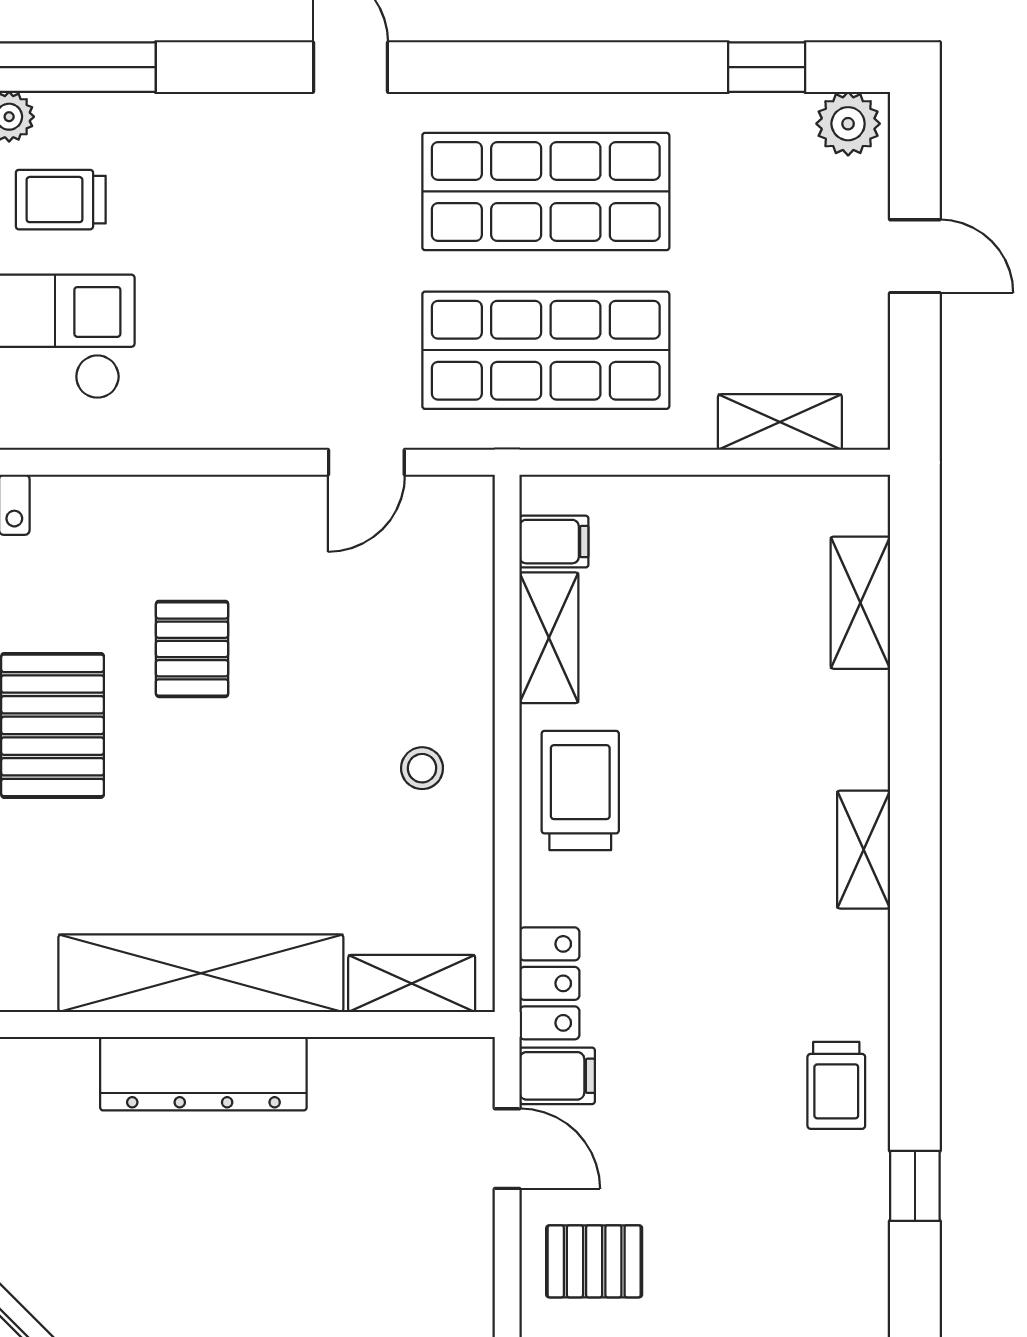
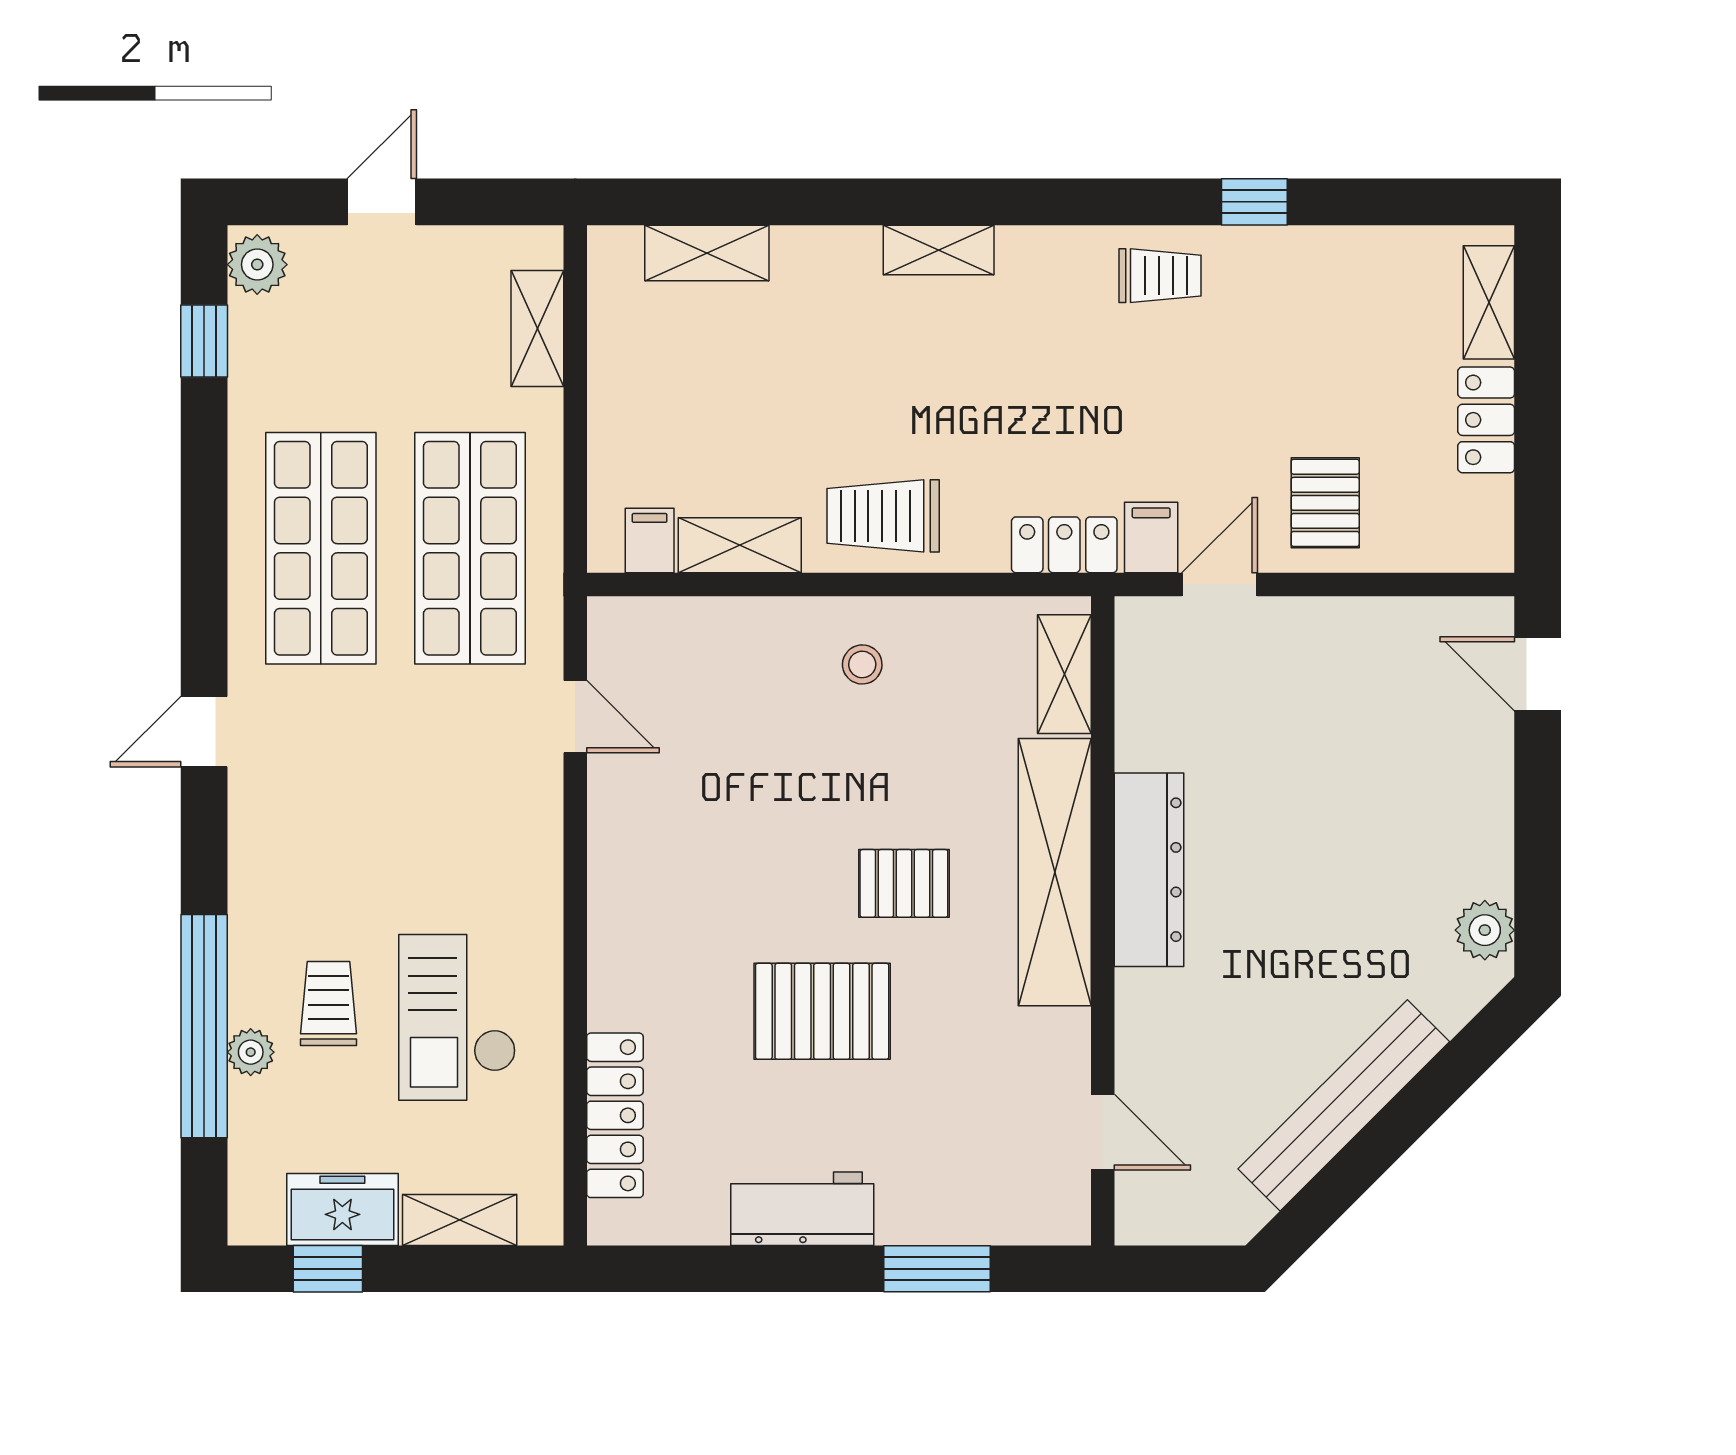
trolley: (61, 200) -> (328, 1004), turned 180
pallet: (192, 649) -> (904, 883), moved

